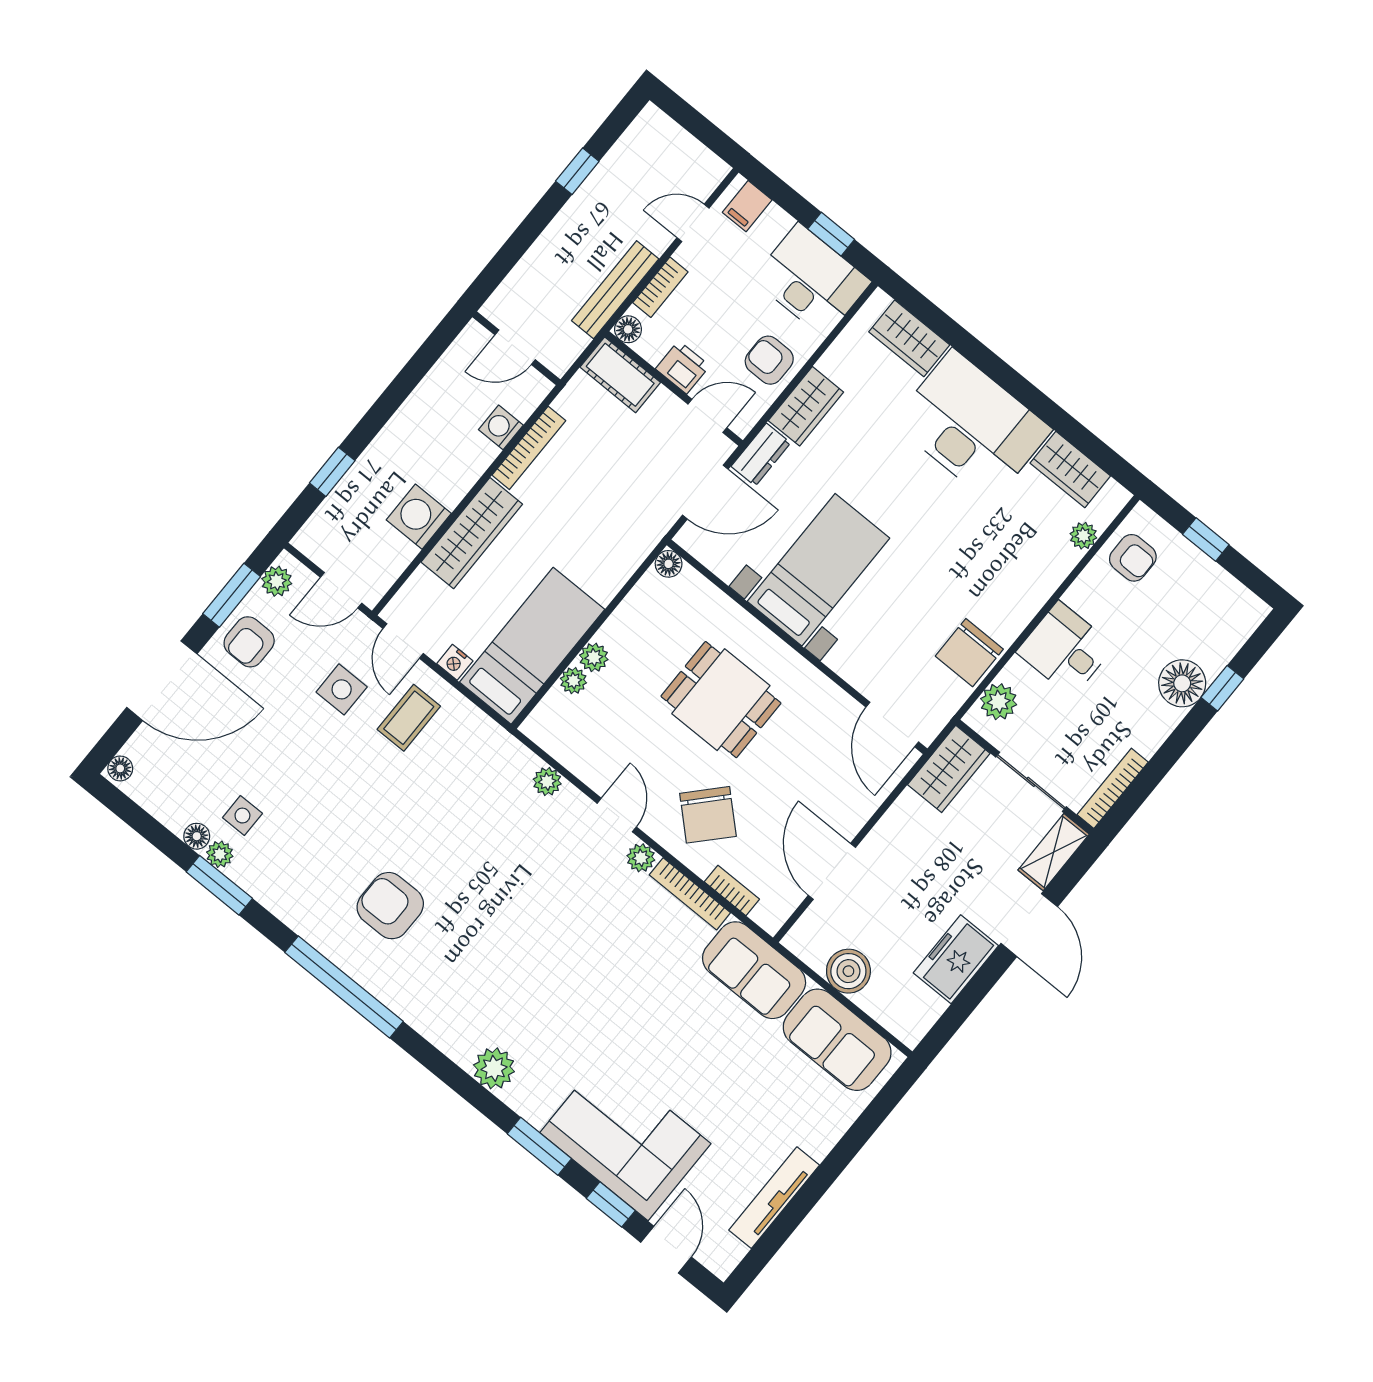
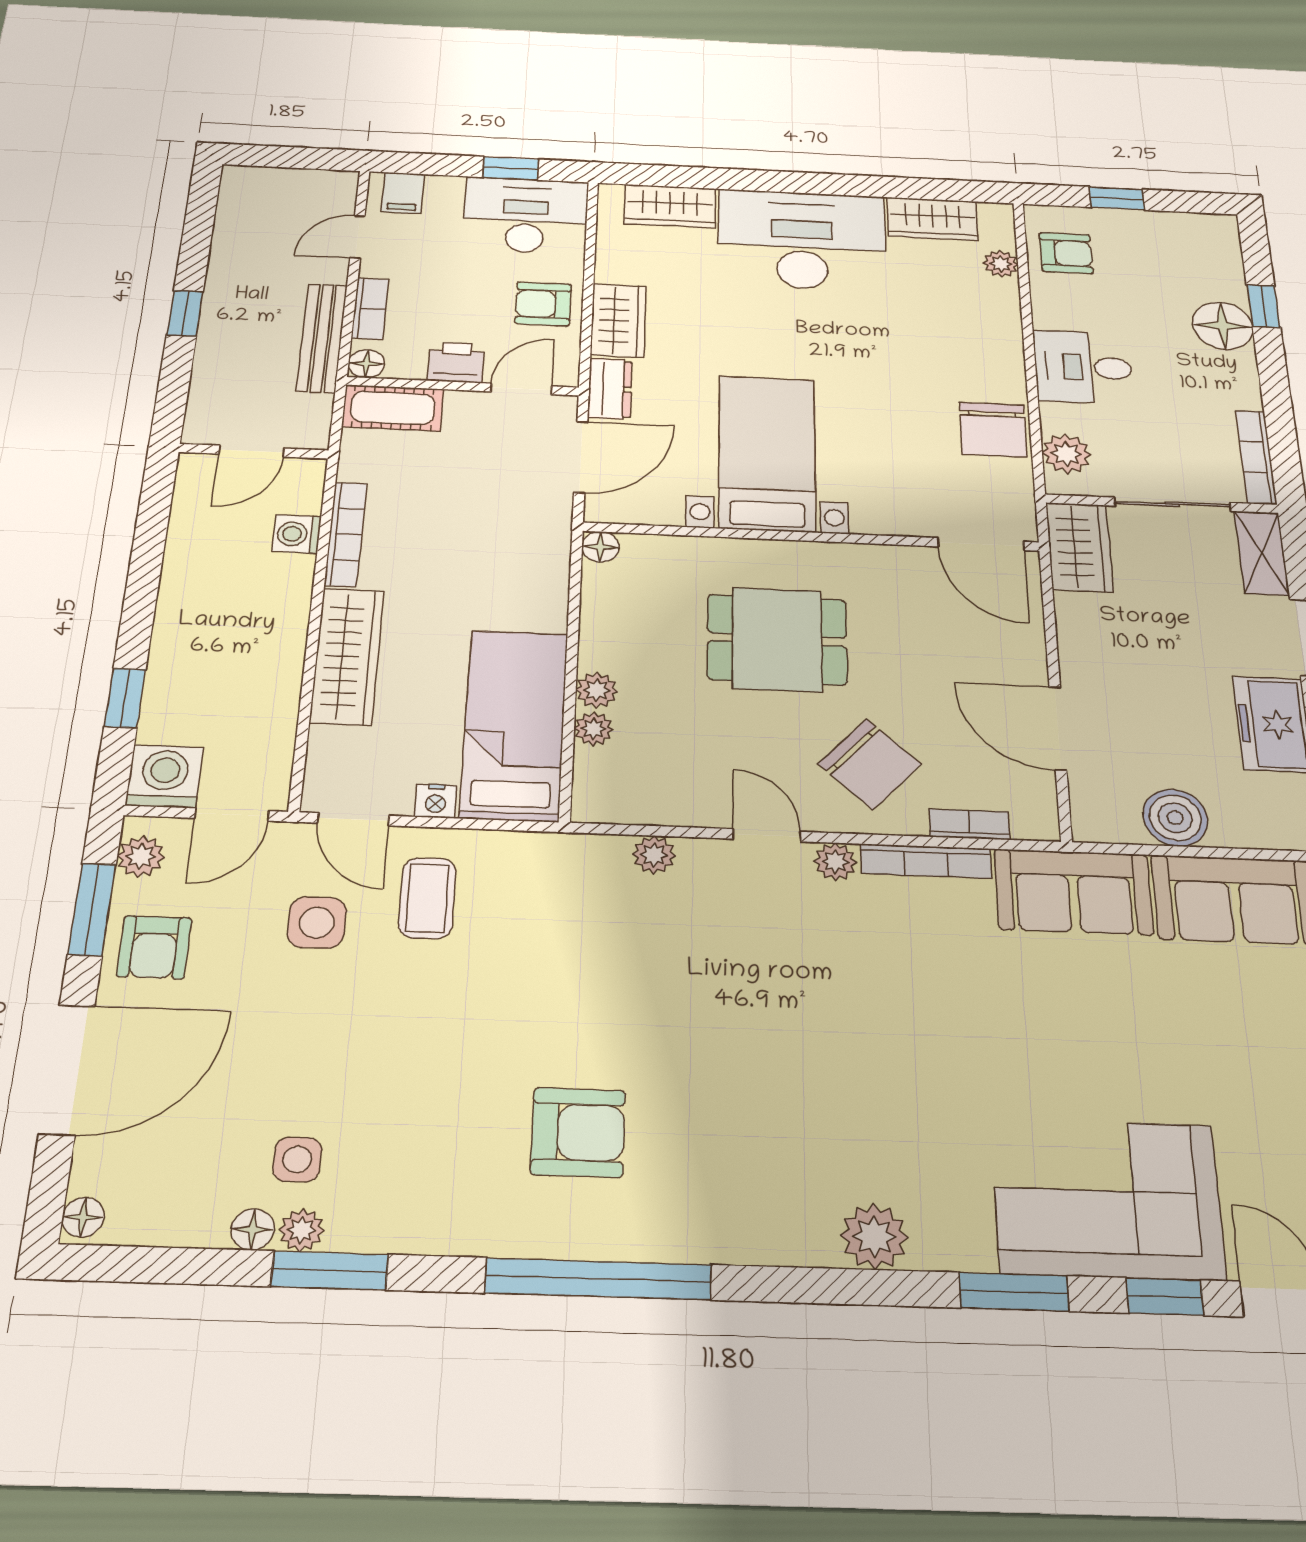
window: (577, 171) -> (185, 313), moved
washing machine: (419, 517) -> (164, 776), moved, turned 90
armchair: (390, 906) -> (578, 1132), turned 180

